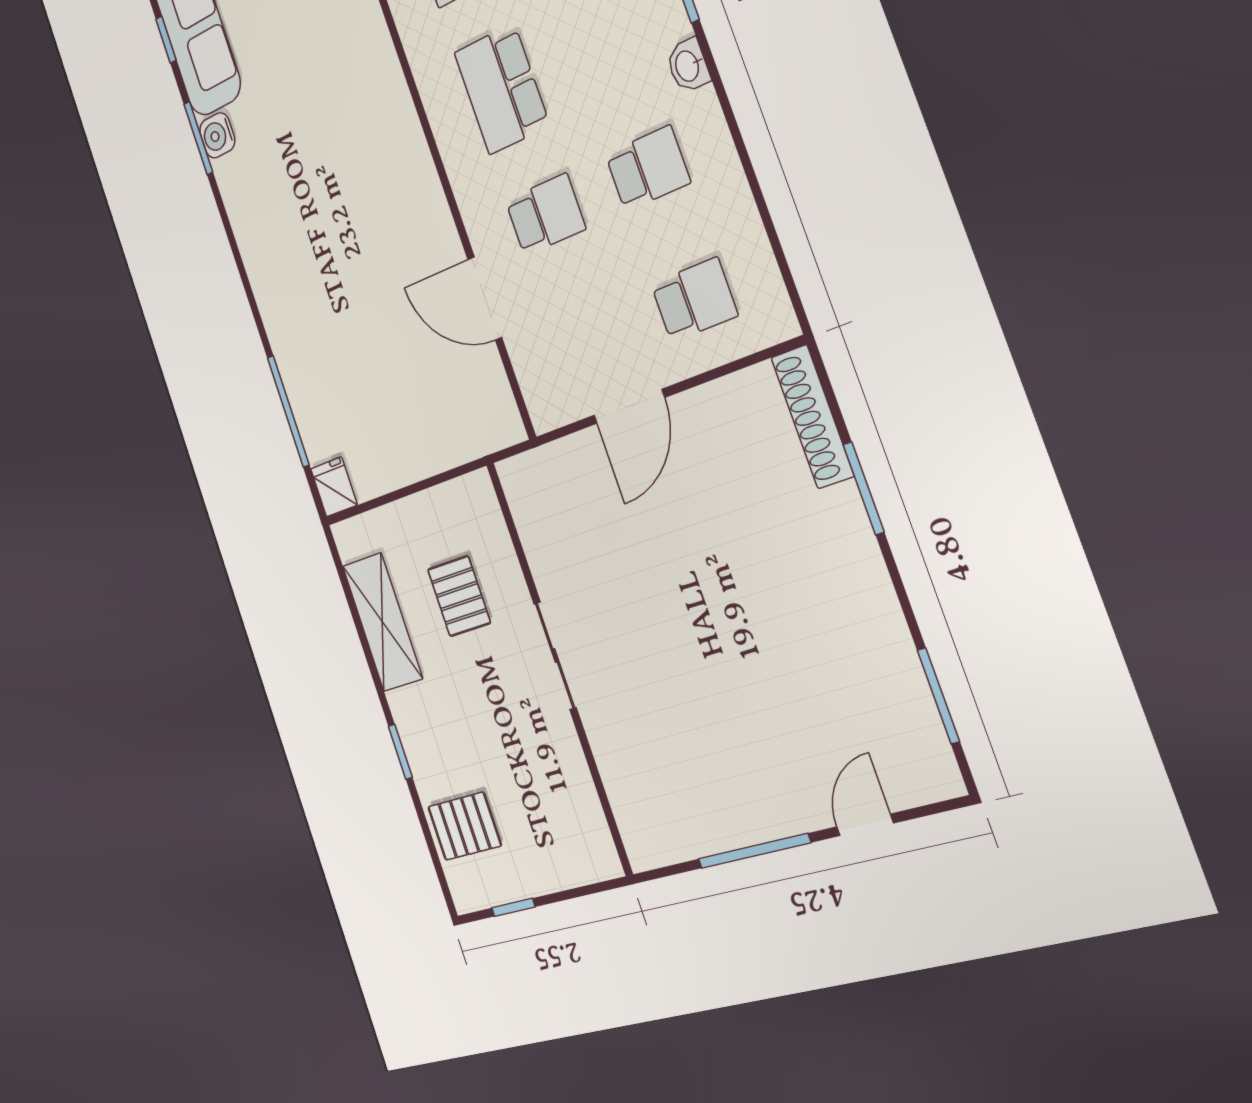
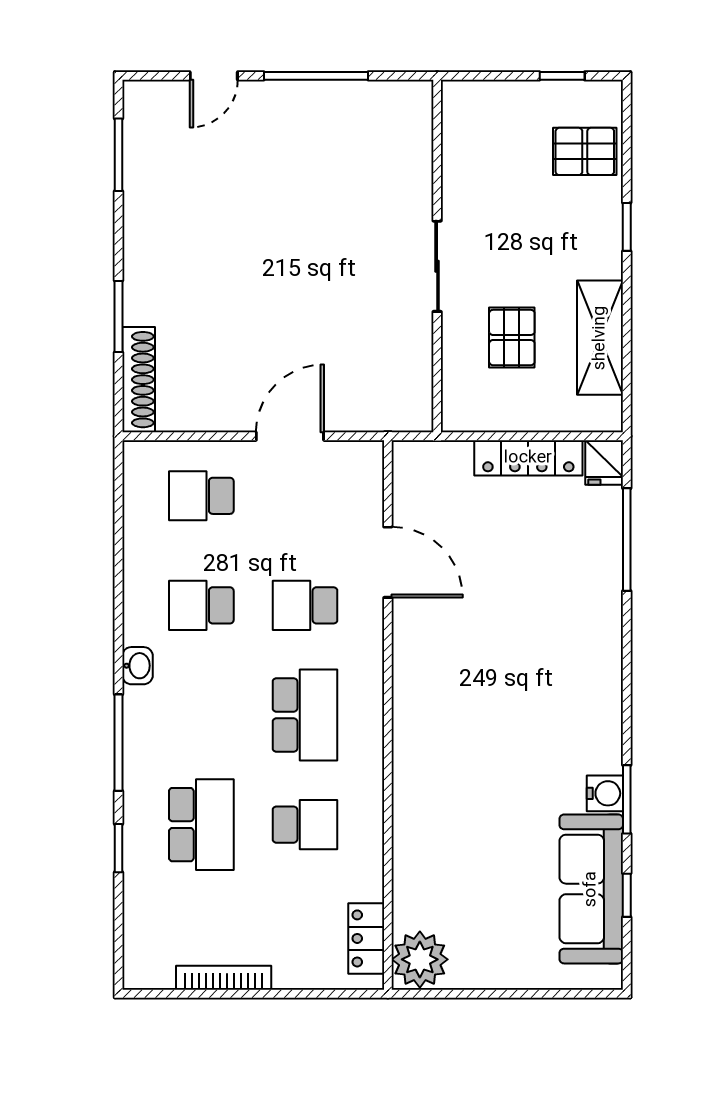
locker: (400, 467) -> (528, 458), added

